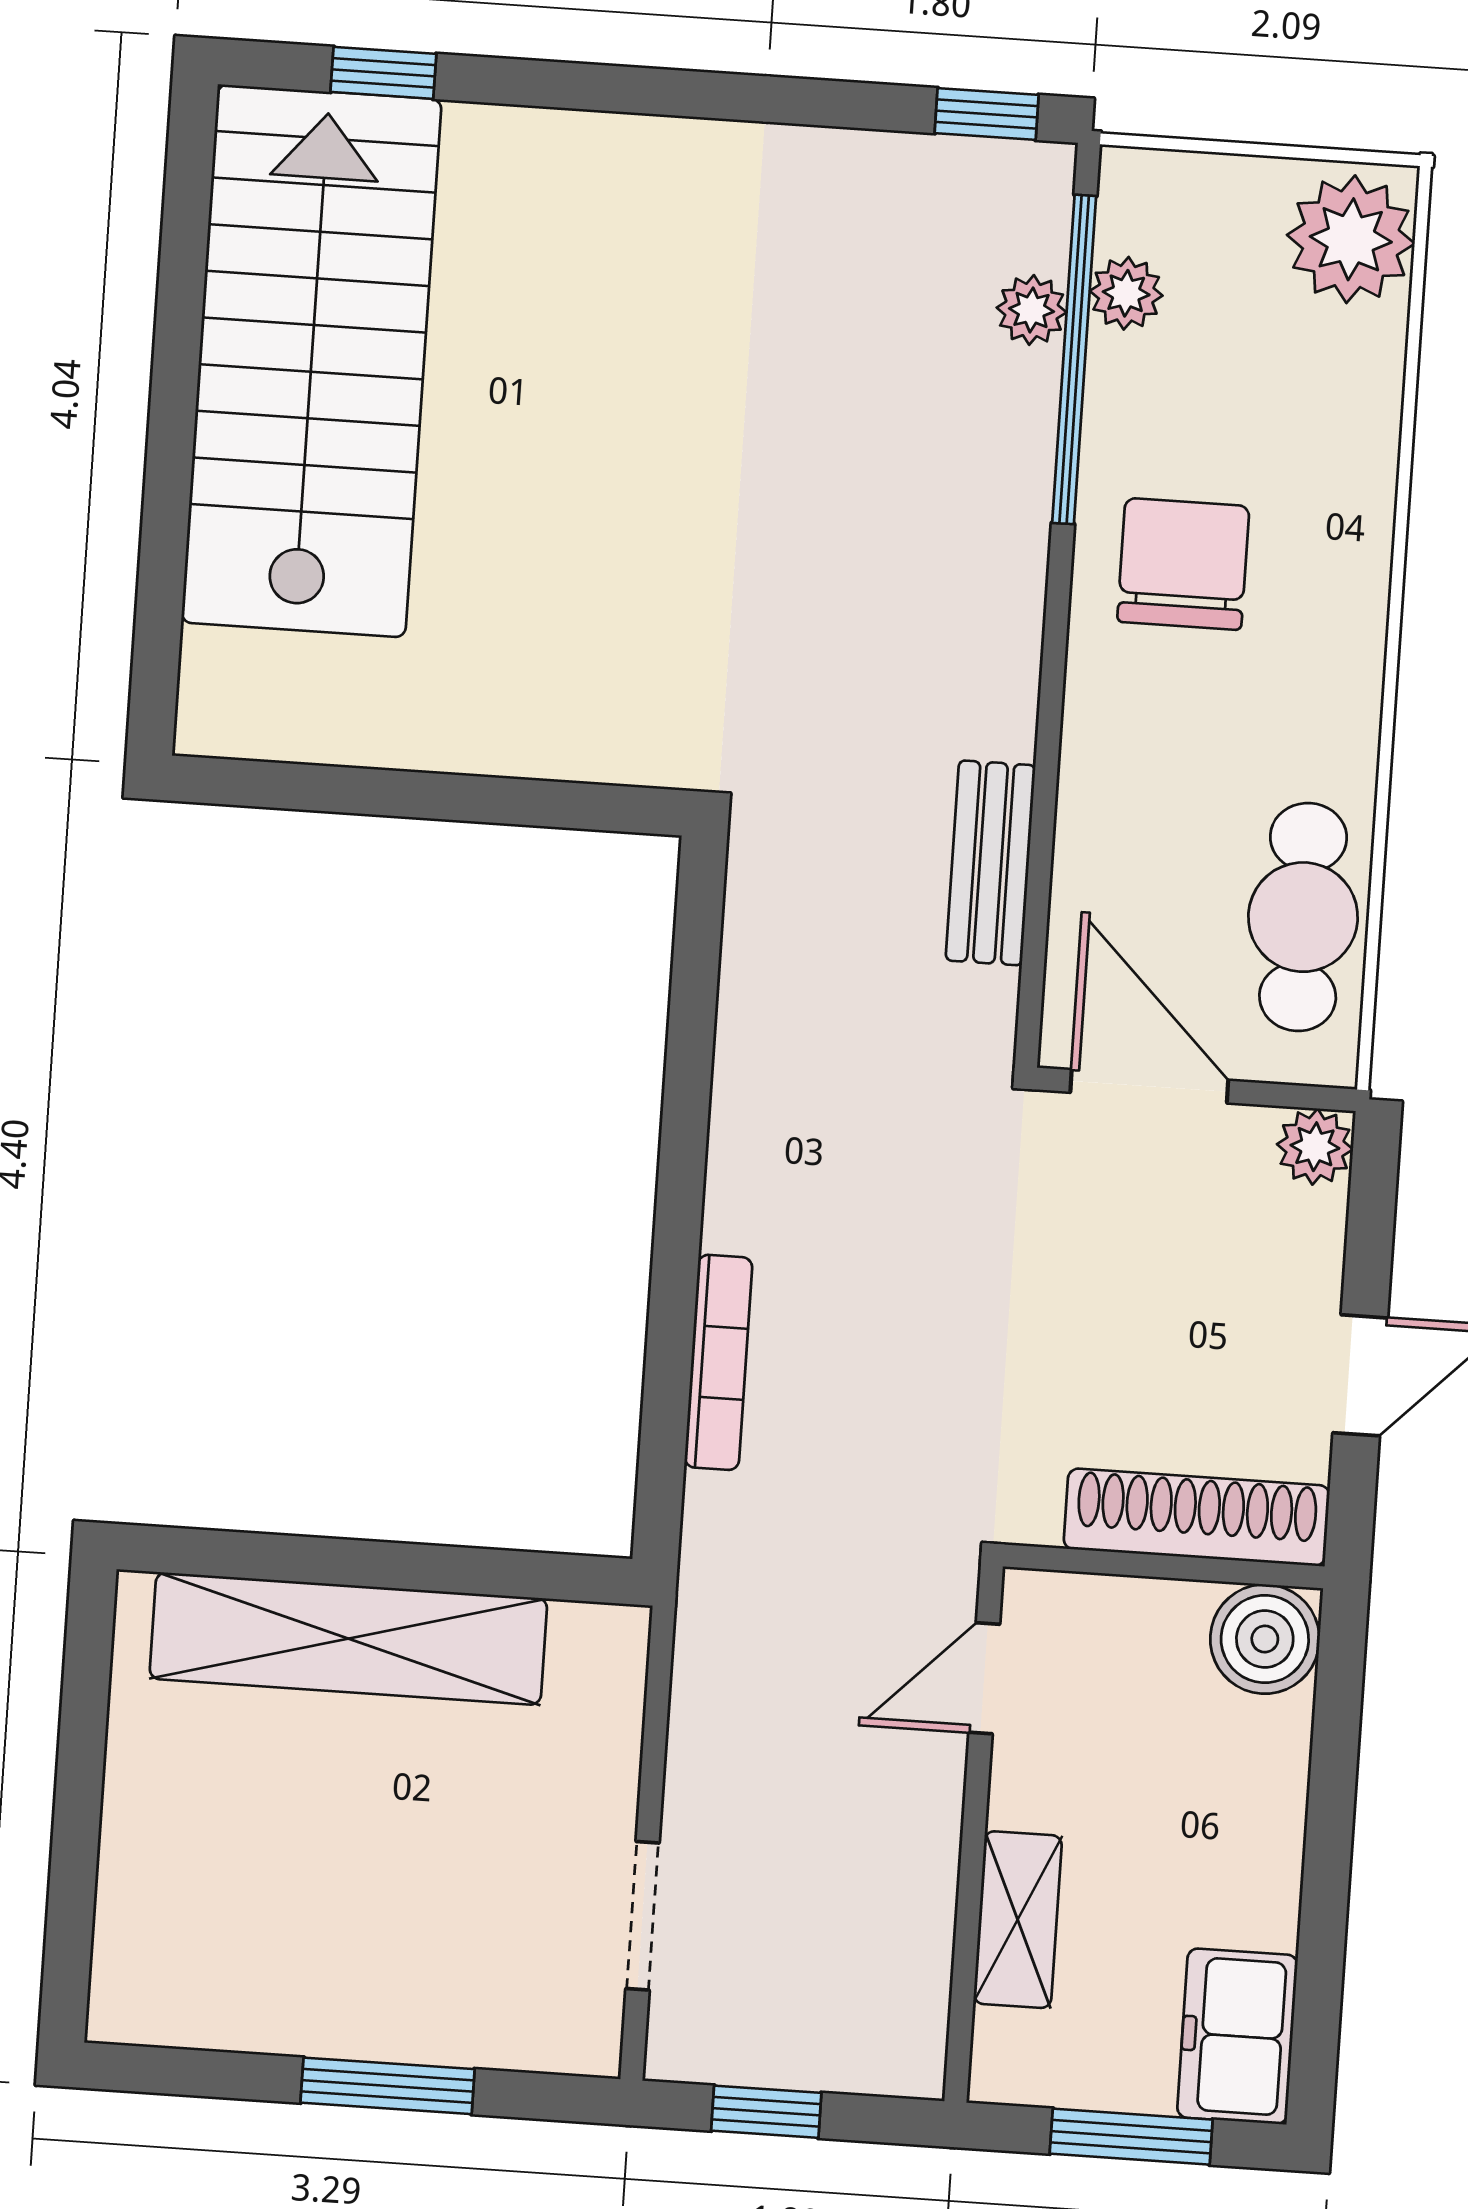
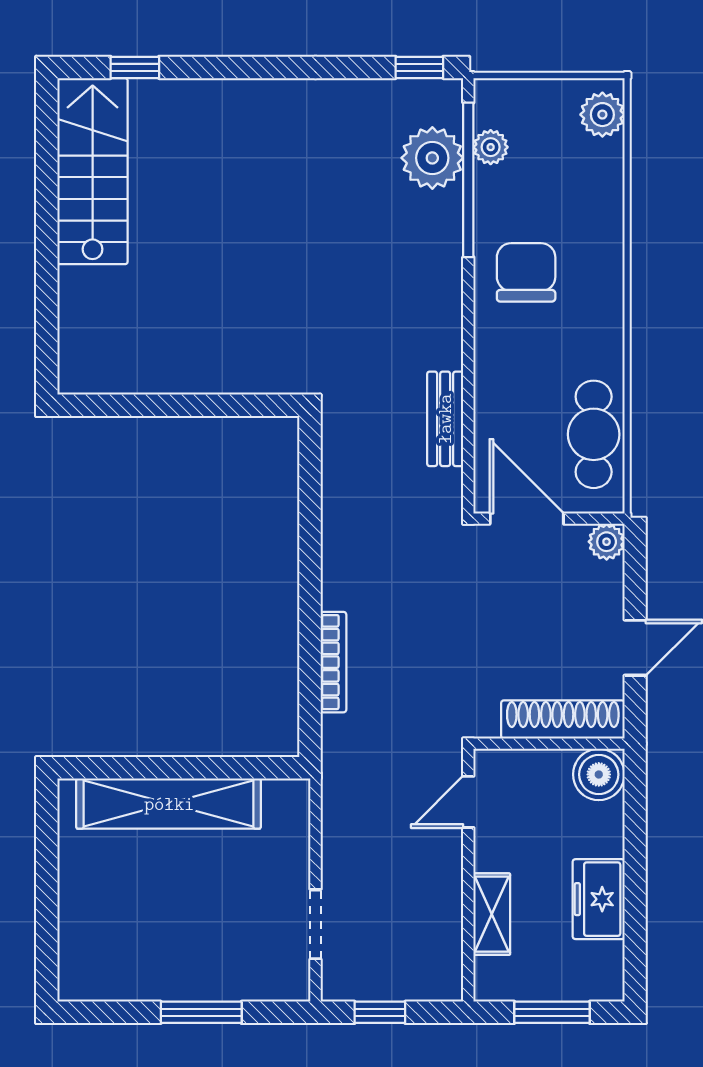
plant: (1351, 239) -> (602, 115), width x0.73, depth x0.73
plant: (1032, 310) -> (432, 158), width x1.88, depth x1.88
stairs: (311, 361) -> (93, 171), width x0.73, depth x0.66
freezer: (1237, 2036) -> (599, 899), moved

